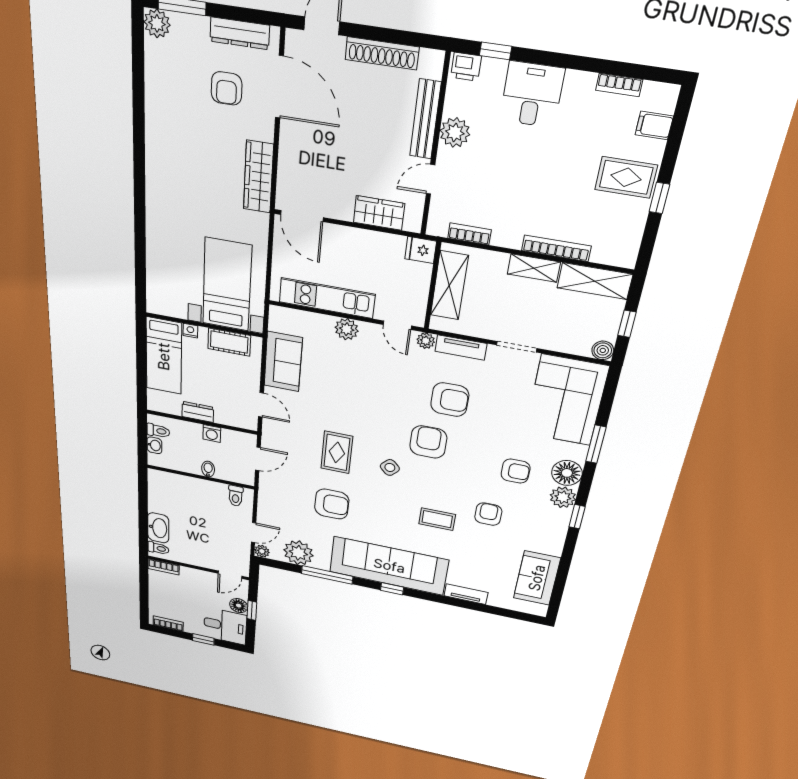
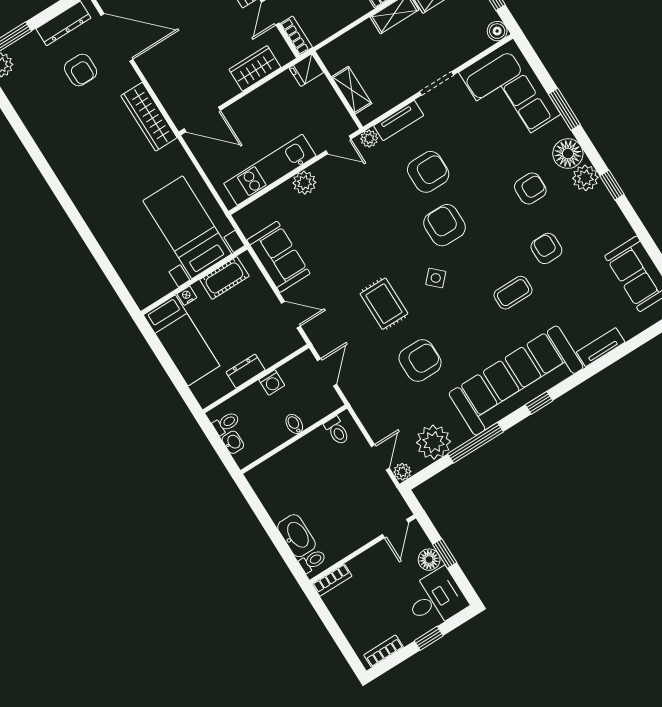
bookcase: (469, 234) -> (296, 36), moved, turned 90
shelving: (449, 286) -> (352, 90), width x0.67, depth x0.75

